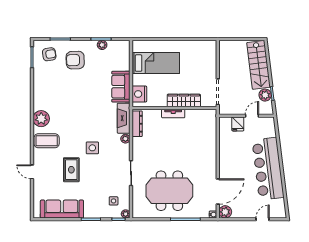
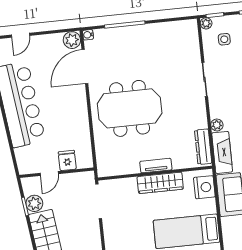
wardrobe: (184, 101) -> (160, 183), moved
meeting table: (169, 191) -> (130, 108), moved

